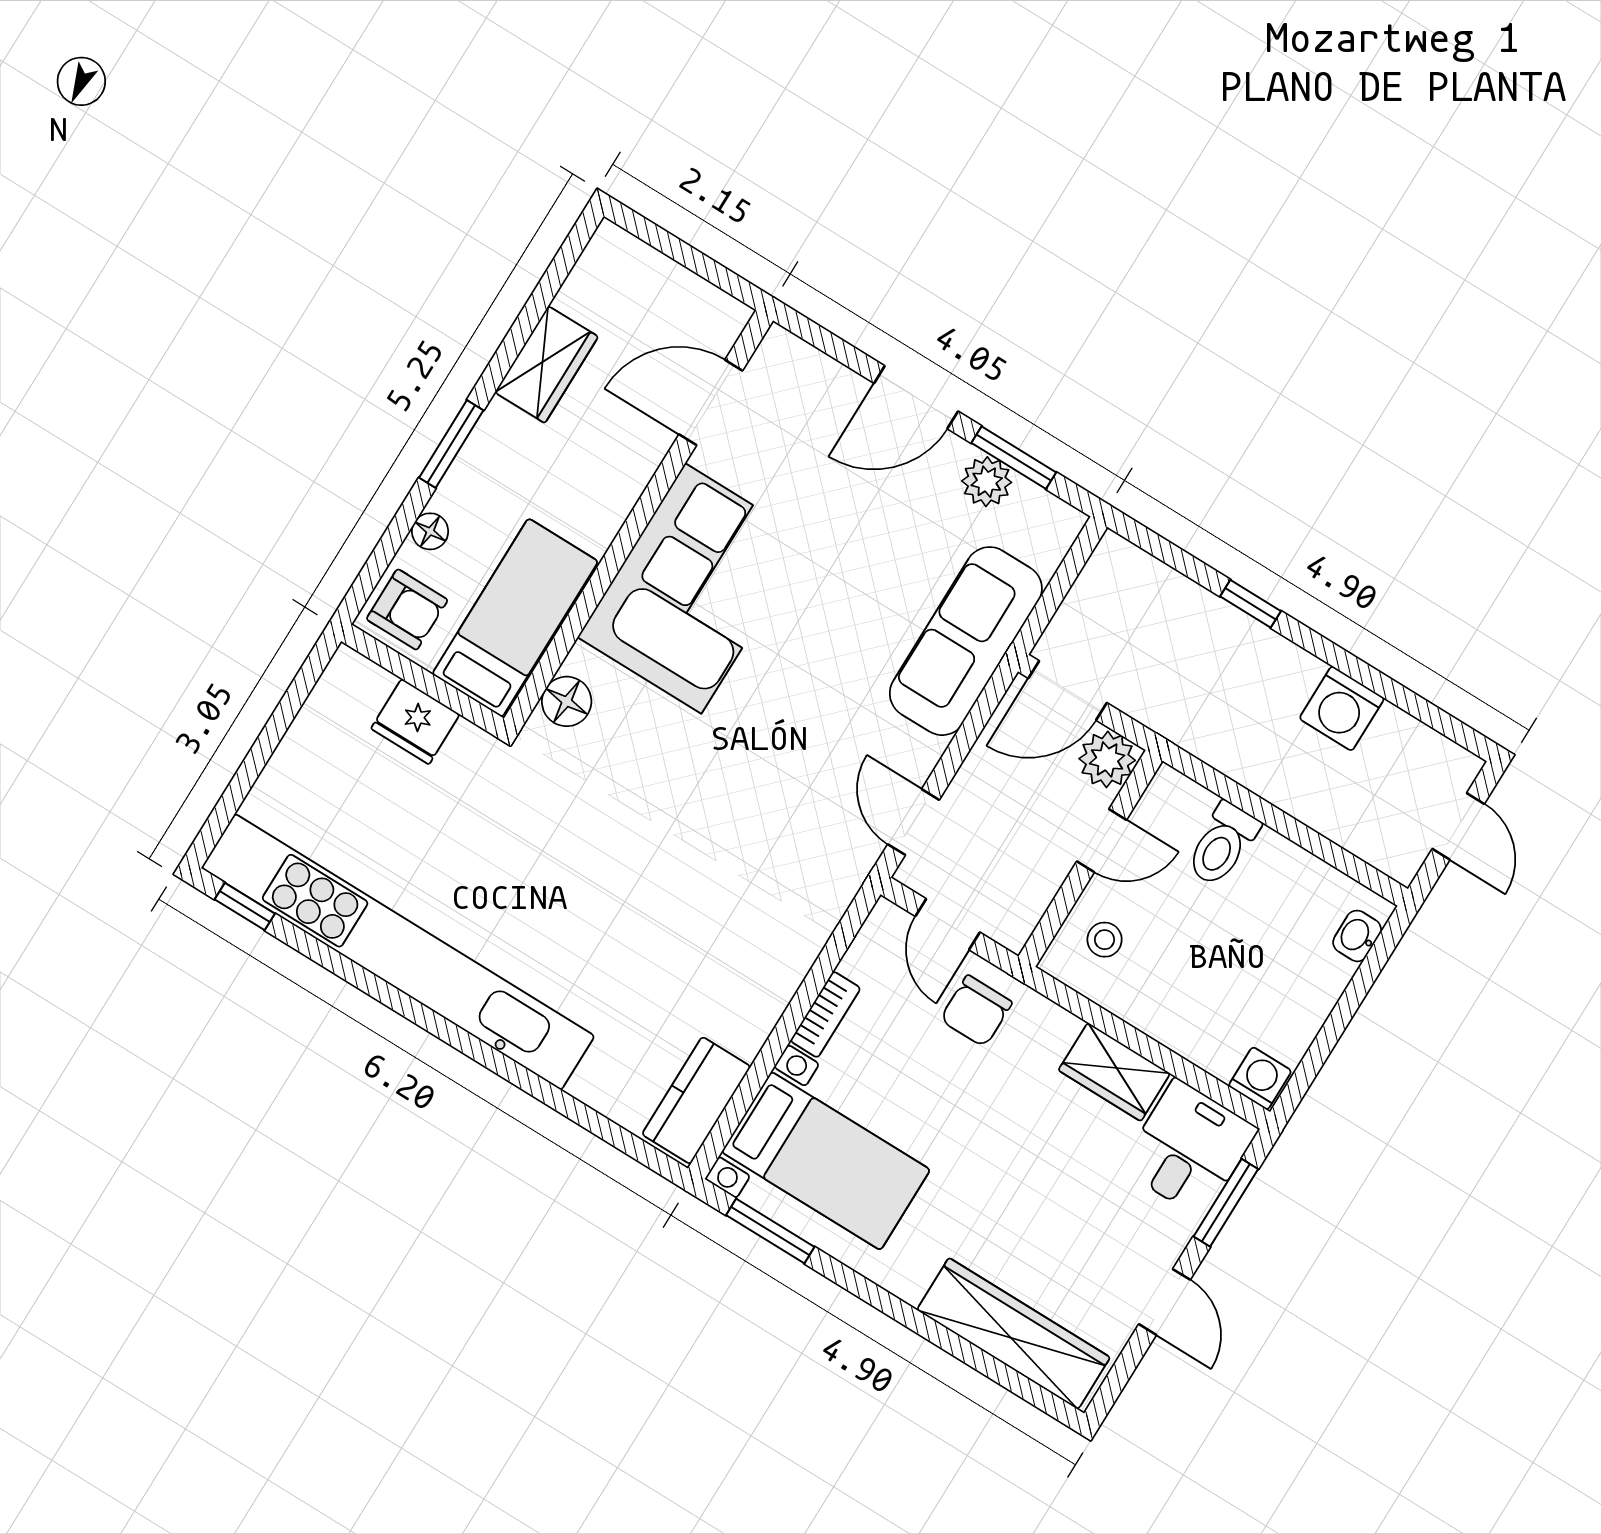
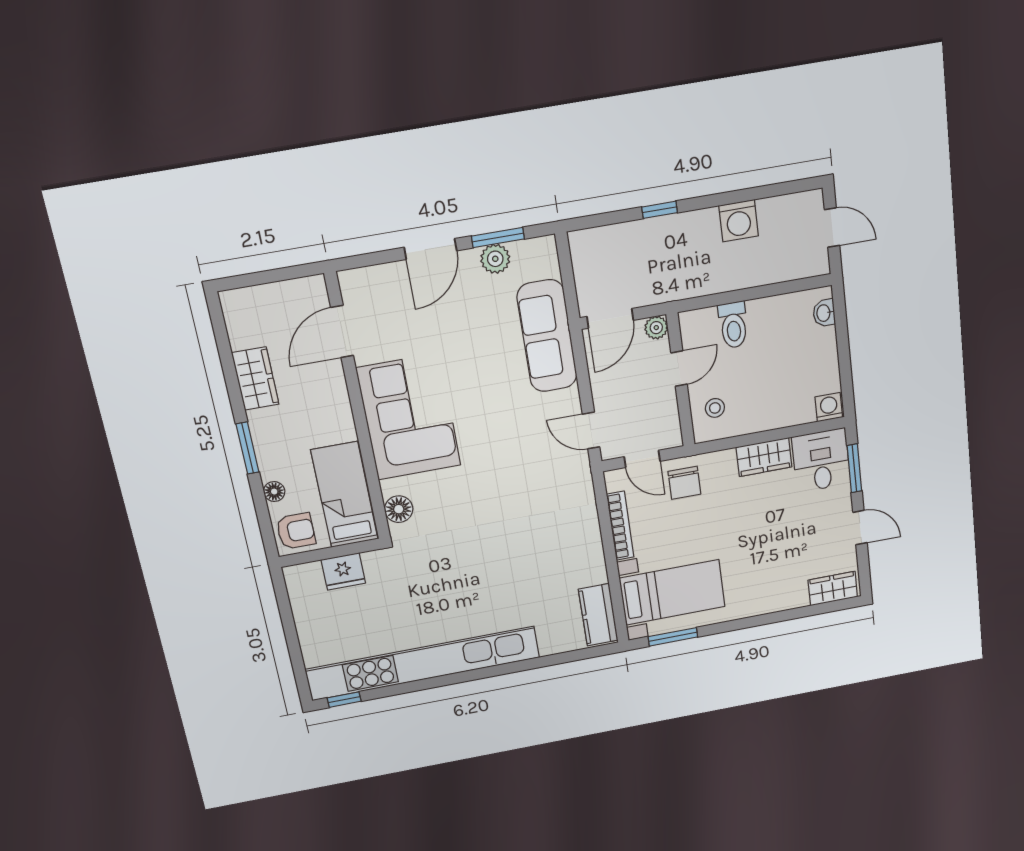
plant: (1107, 759) -> (656, 328), width x0.73, depth x0.73
bookcase: (825, 1015) -> (620, 526), width x1.56
wardrobe: (1013, 1334) -> (833, 589), width x0.48, depth x0.85

